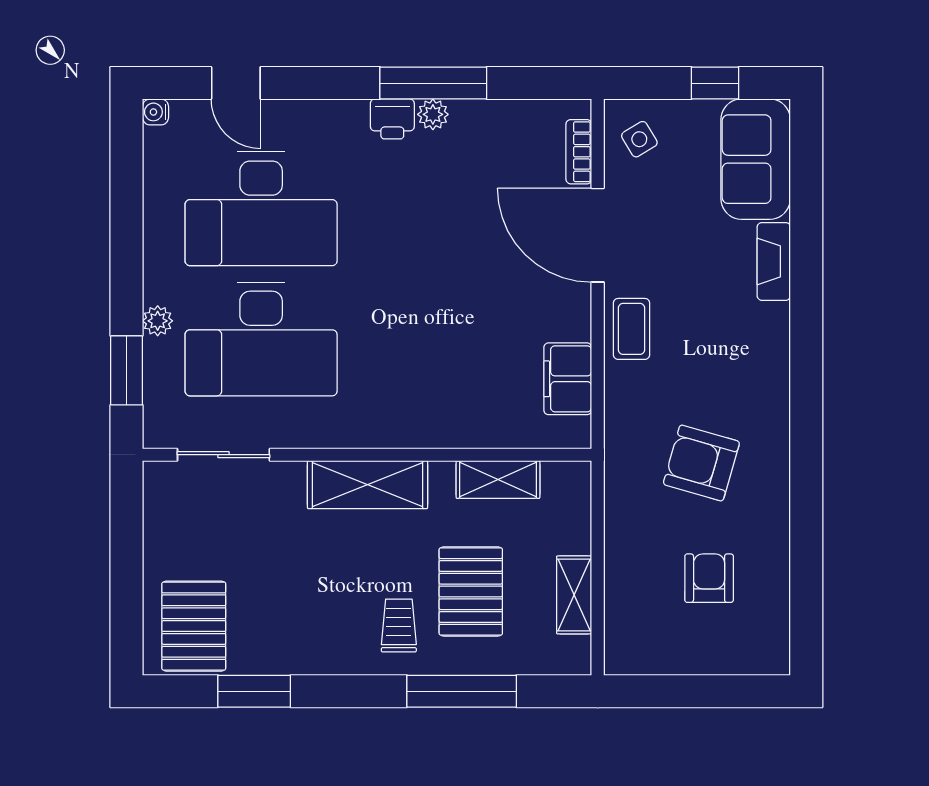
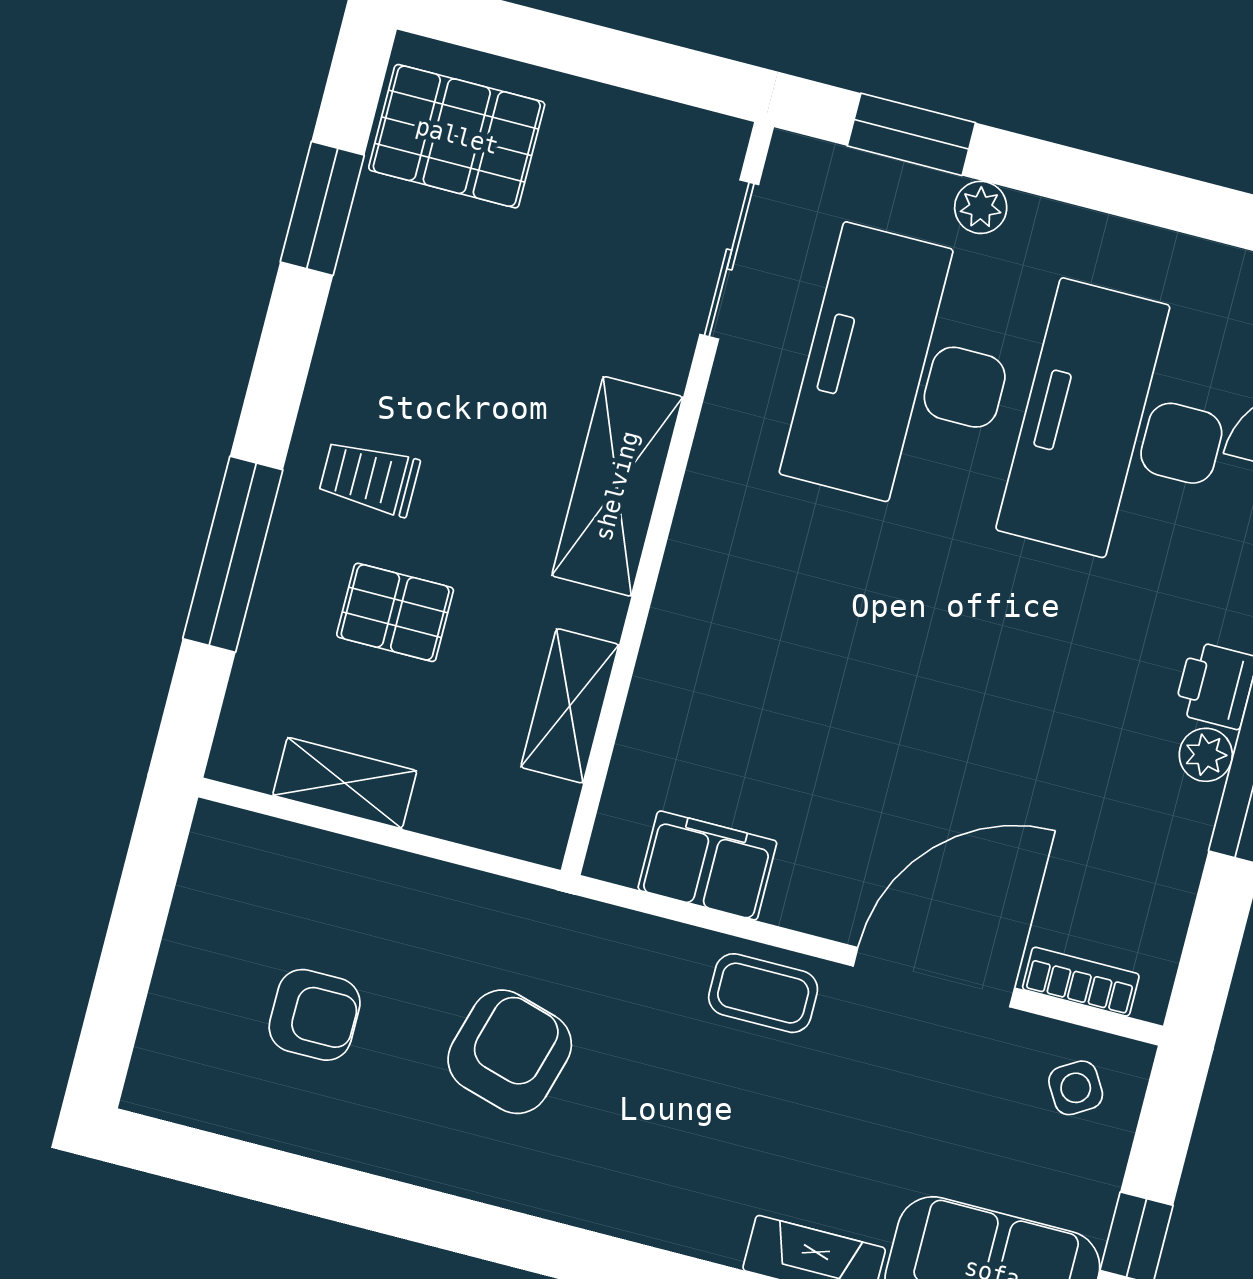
pallet: (471, 591) -> (395, 612), width x0.67, depth x0.71
trolley: (399, 625) -> (369, 478), turned 180

